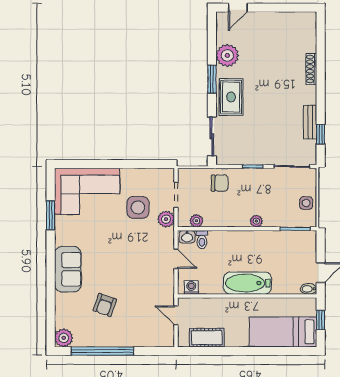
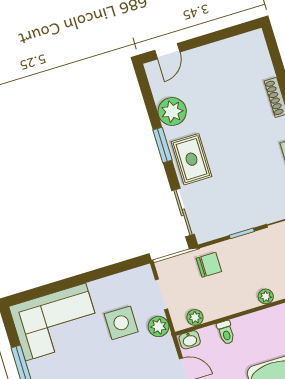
toilet: (202, 240) -> (226, 332), moved

